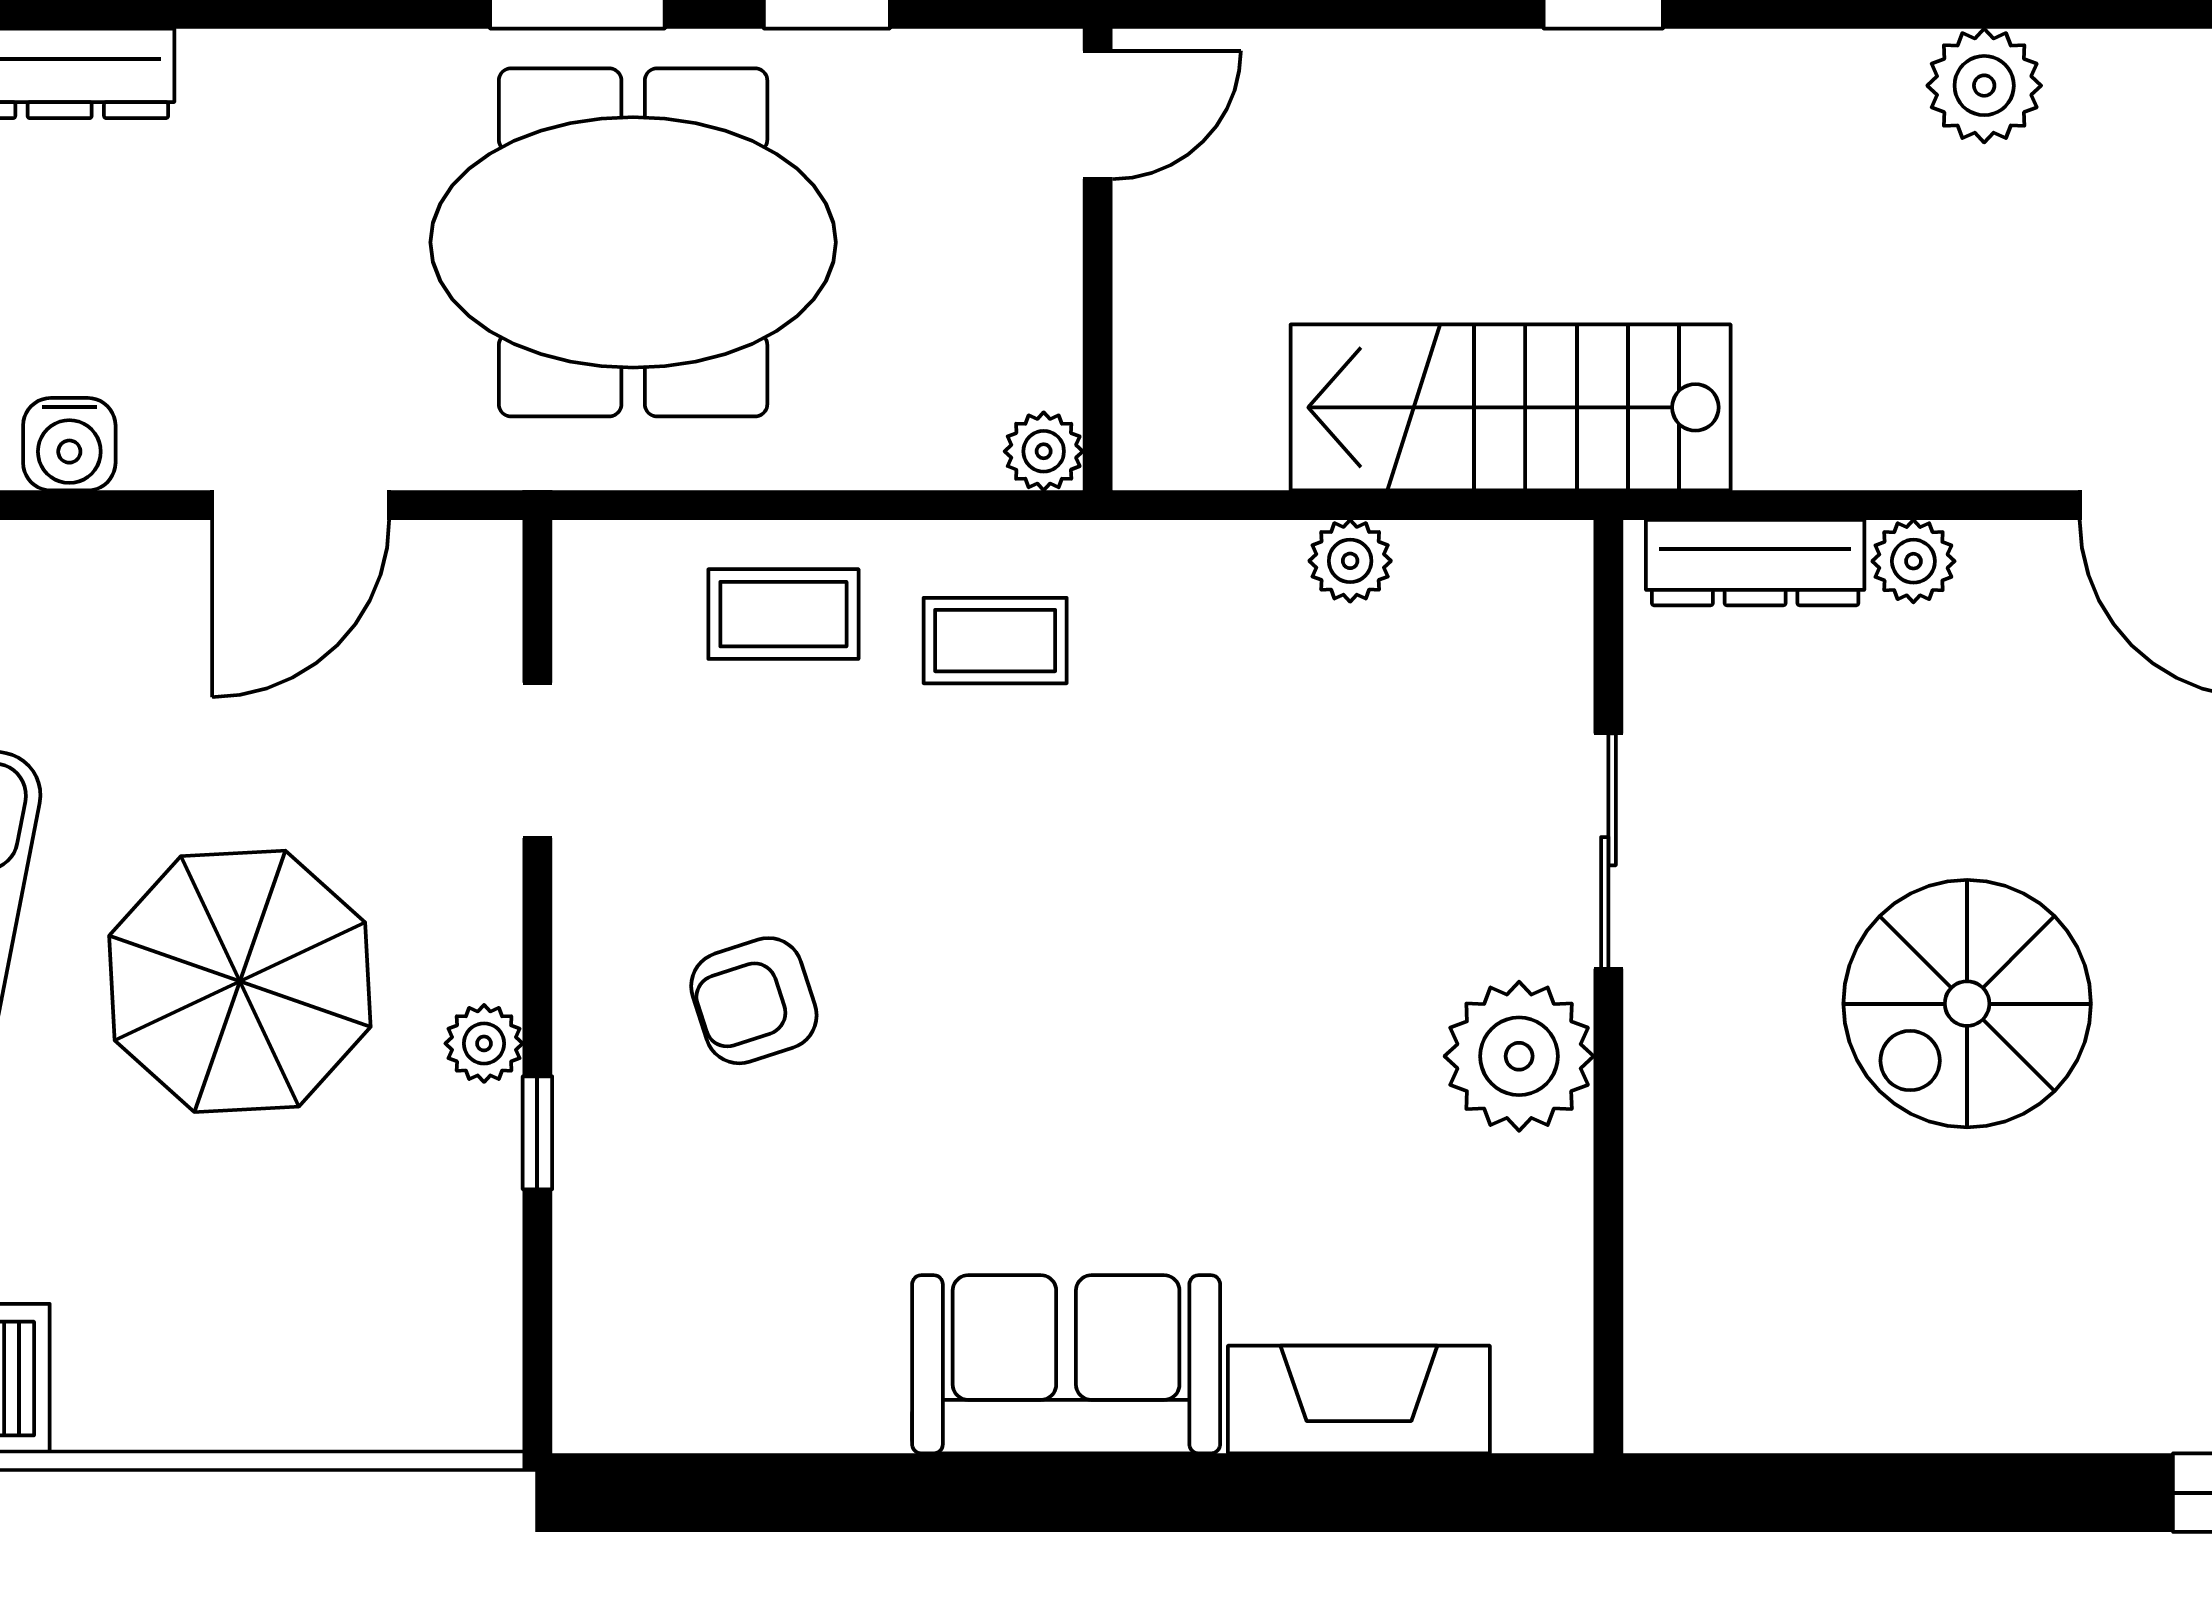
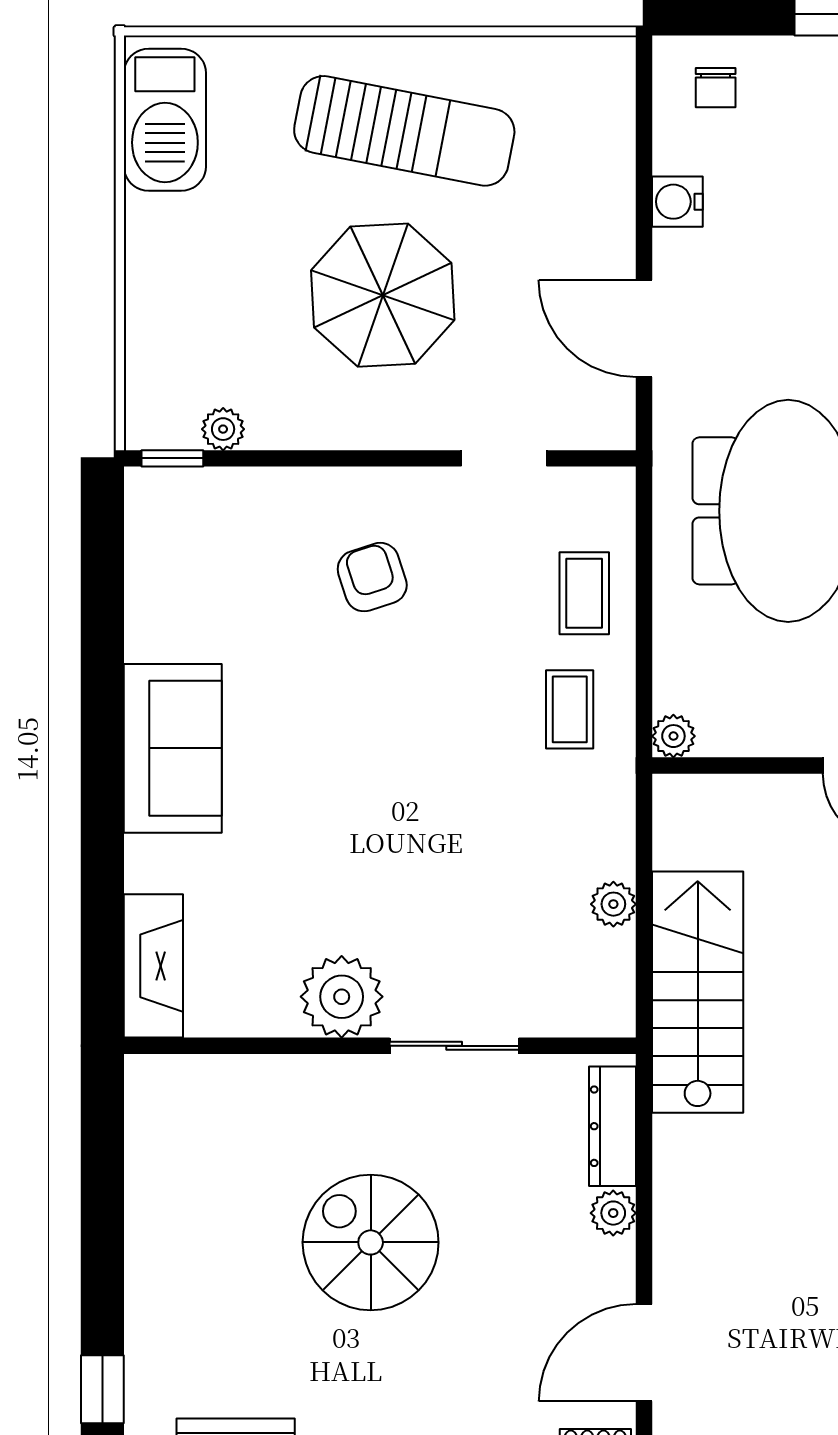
plant: (484, 1043) -> (223, 429), moved
window: (537, 1133) -> (172, 458), moved
fireplace: (1359, 1400) -> (153, 966), moved

